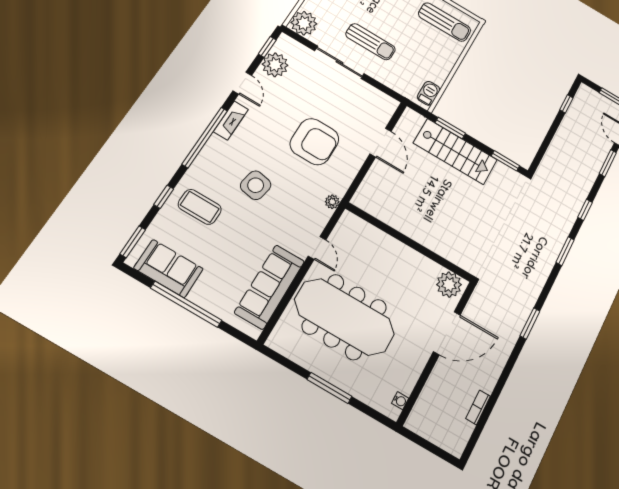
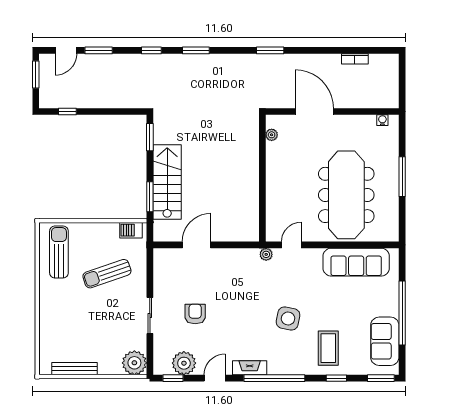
sun lounger: (370, 42) -> (107, 274), moved, turned -109
sliding door: (339, 62) -> (150, 315), width x0.73
armchair: (314, 142) -> (195, 314), moved, width x0.53, depth x0.53
door: (317, 248) -> (291, 245), moved
plant: (449, 285) -> (272, 135), width x0.53, depth x0.53

